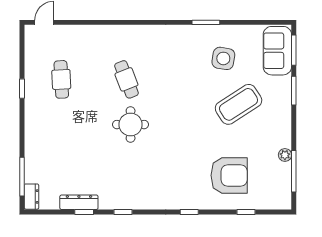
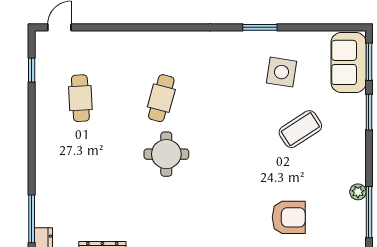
cafe table: (126, 79) -> (161, 98), turned 36
window: (22, 89) -> (32, 70), moved
coffee table: (239, 104) -> (300, 129), width x0.73, depth x0.76
armchair: (229, 175) -> (289, 217), width x0.73, depth x0.73

